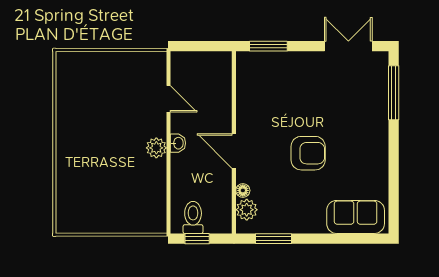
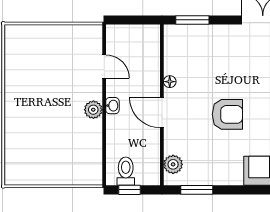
floor lamp: (243, 190) -> (170, 82), moved

